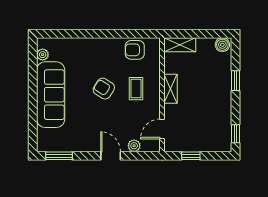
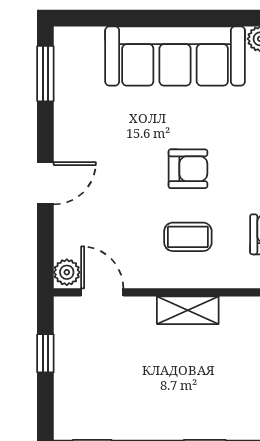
armchair: (104, 89) -> (188, 169), turned 58
plant: (134, 146) -> (67, 272), moved

